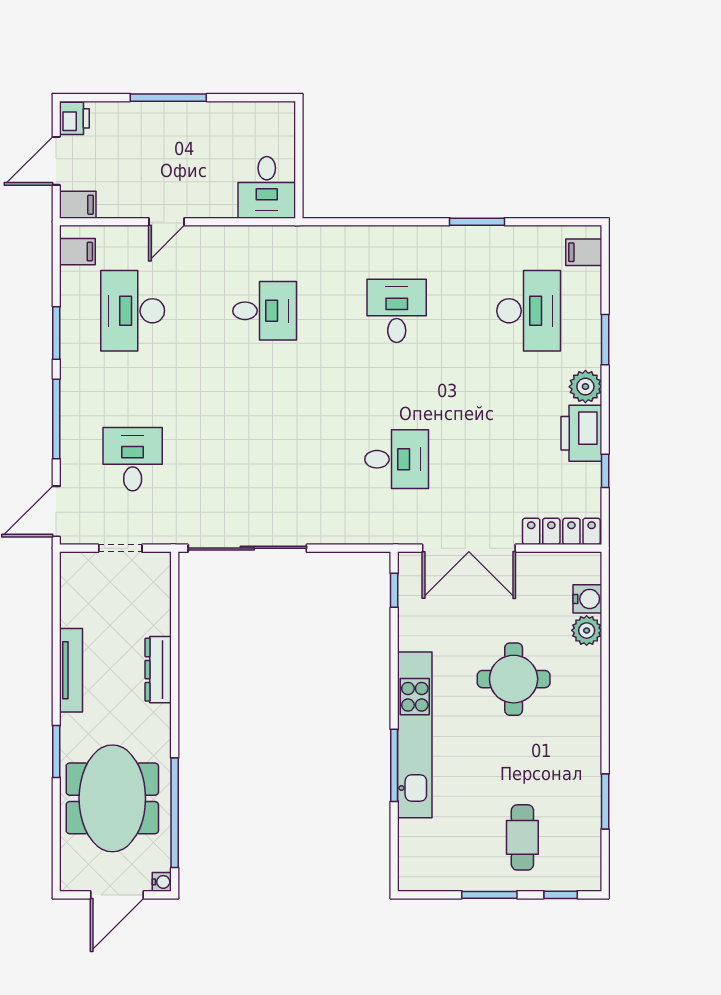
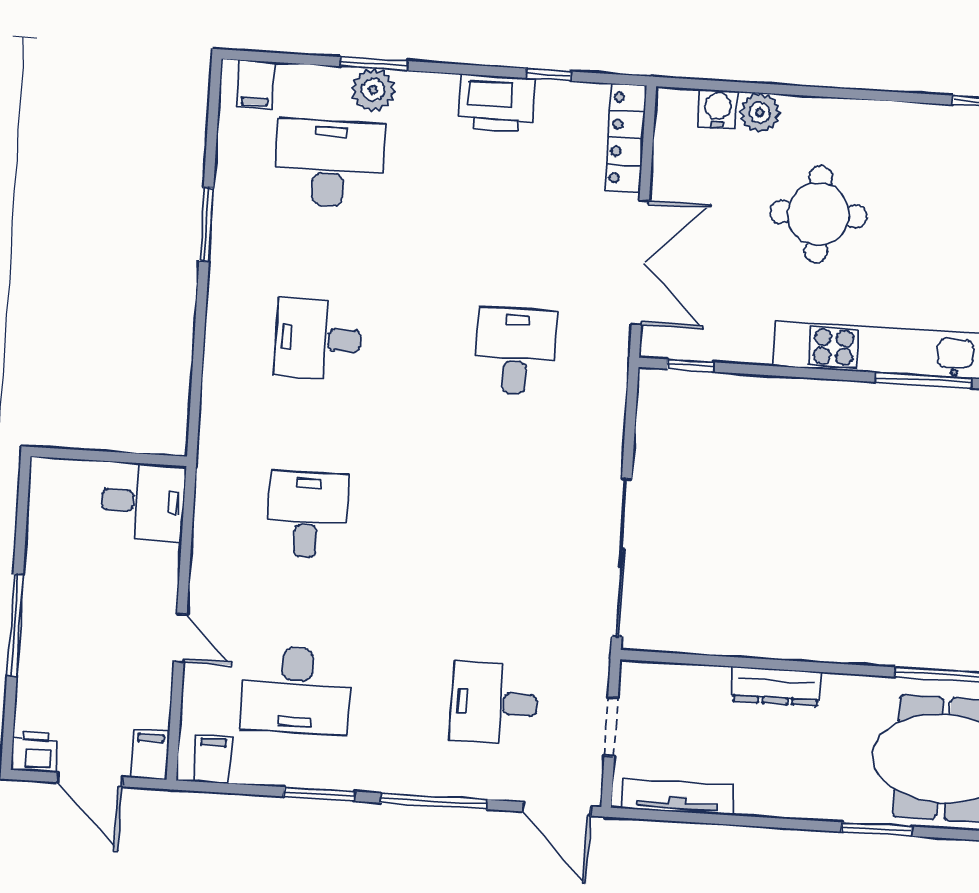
plant: (585, 387) -> (373, 90), moved
tv unit: (71, 670) -> (678, 797), moved

